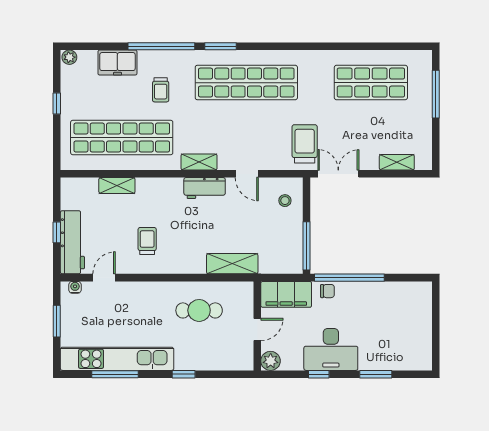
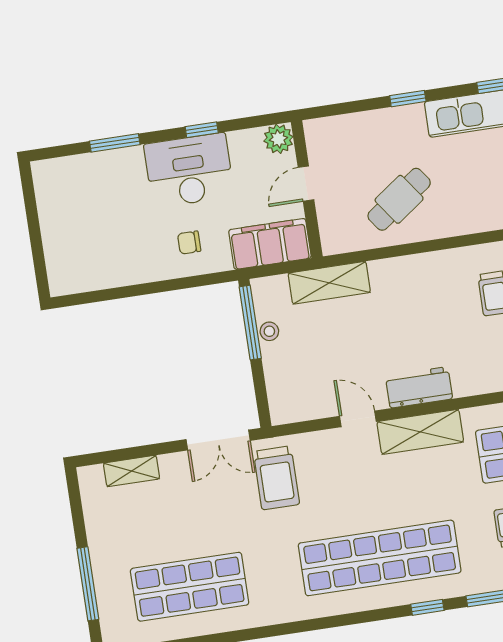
window: (220, 46) -> (427, 607), width x0.67
shelving: (199, 162) -> (420, 432), width x1.50, depth x1.33
stool: (285, 201) -> (269, 331), moved
shelving: (232, 264) -> (329, 283), moved
window: (349, 278) -> (177, 284), removed
chair: (327, 291) -> (189, 243), moved
cafe table: (199, 310) -> (399, 199), turned -36

